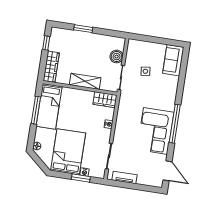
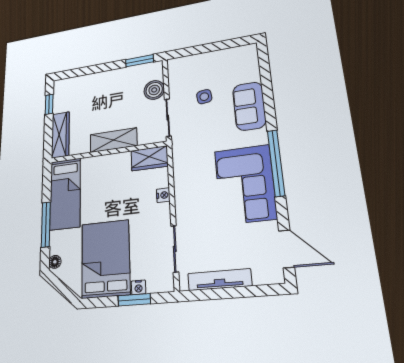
window: (83, 29) -> (140, 61), moved
sofa: (173, 60) -> (249, 106), moved
window: (36, 110) -> (46, 224), moved
tv unit: (124, 177) -> (219, 280), width x1.41

